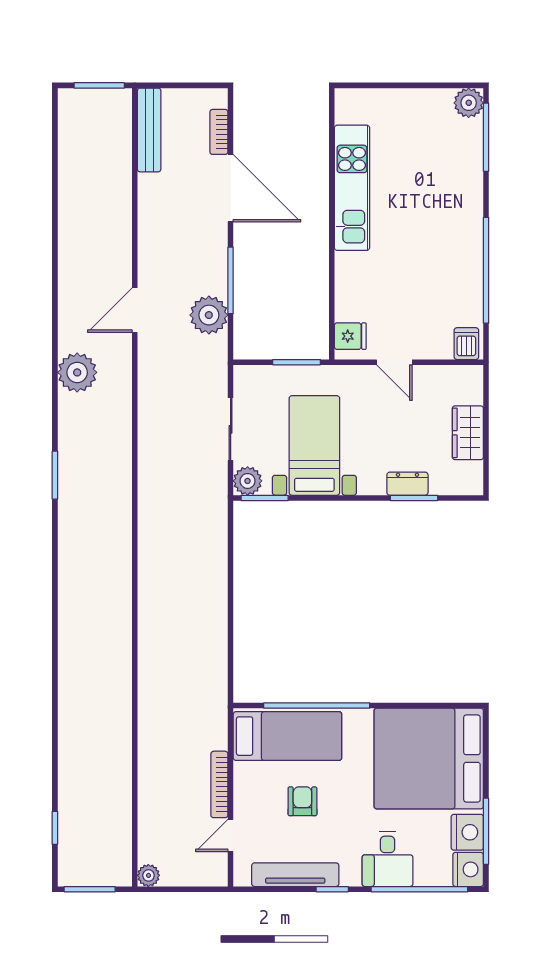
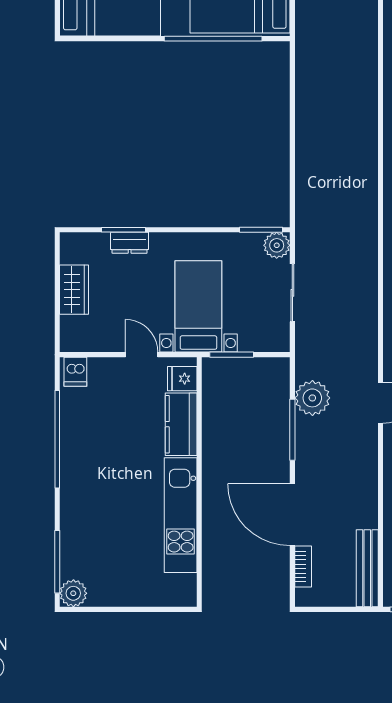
kitchen counter: (351, 287) -> (181, 424), added
bed with nightstands: (314, 445) -> (198, 306), moved, turned 180

